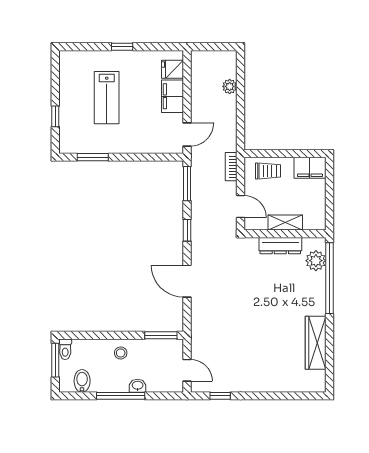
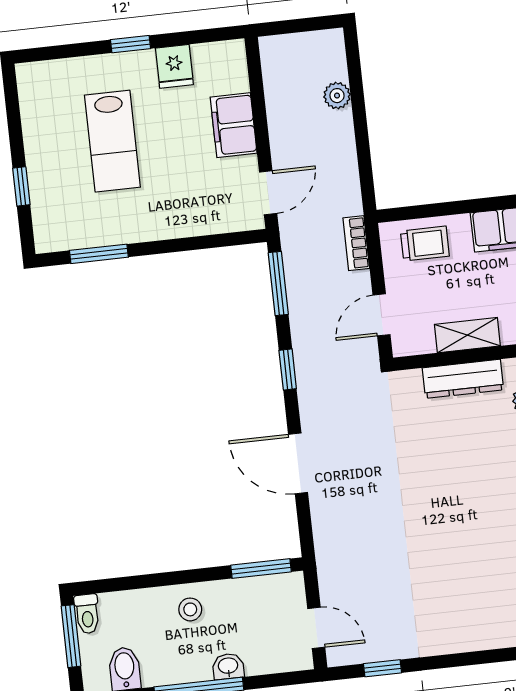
fridge: (173, 69) -> (174, 66), moved, turned -90
door: (240, 207) -> (381, 315), swing flipped

